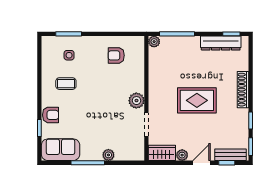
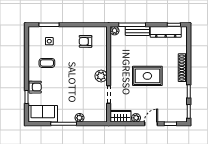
bench: (231, 155) -> (137, 31), moved

